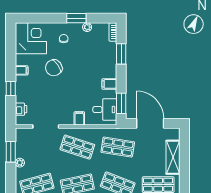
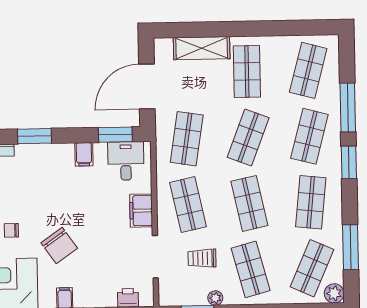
filing cabinet: (79, 118) -> (141, 211), width x2.00
shop shelf: (77, 147) -> (188, 205), turned -30
trolley: (44, 155) -> (202, 258), added

